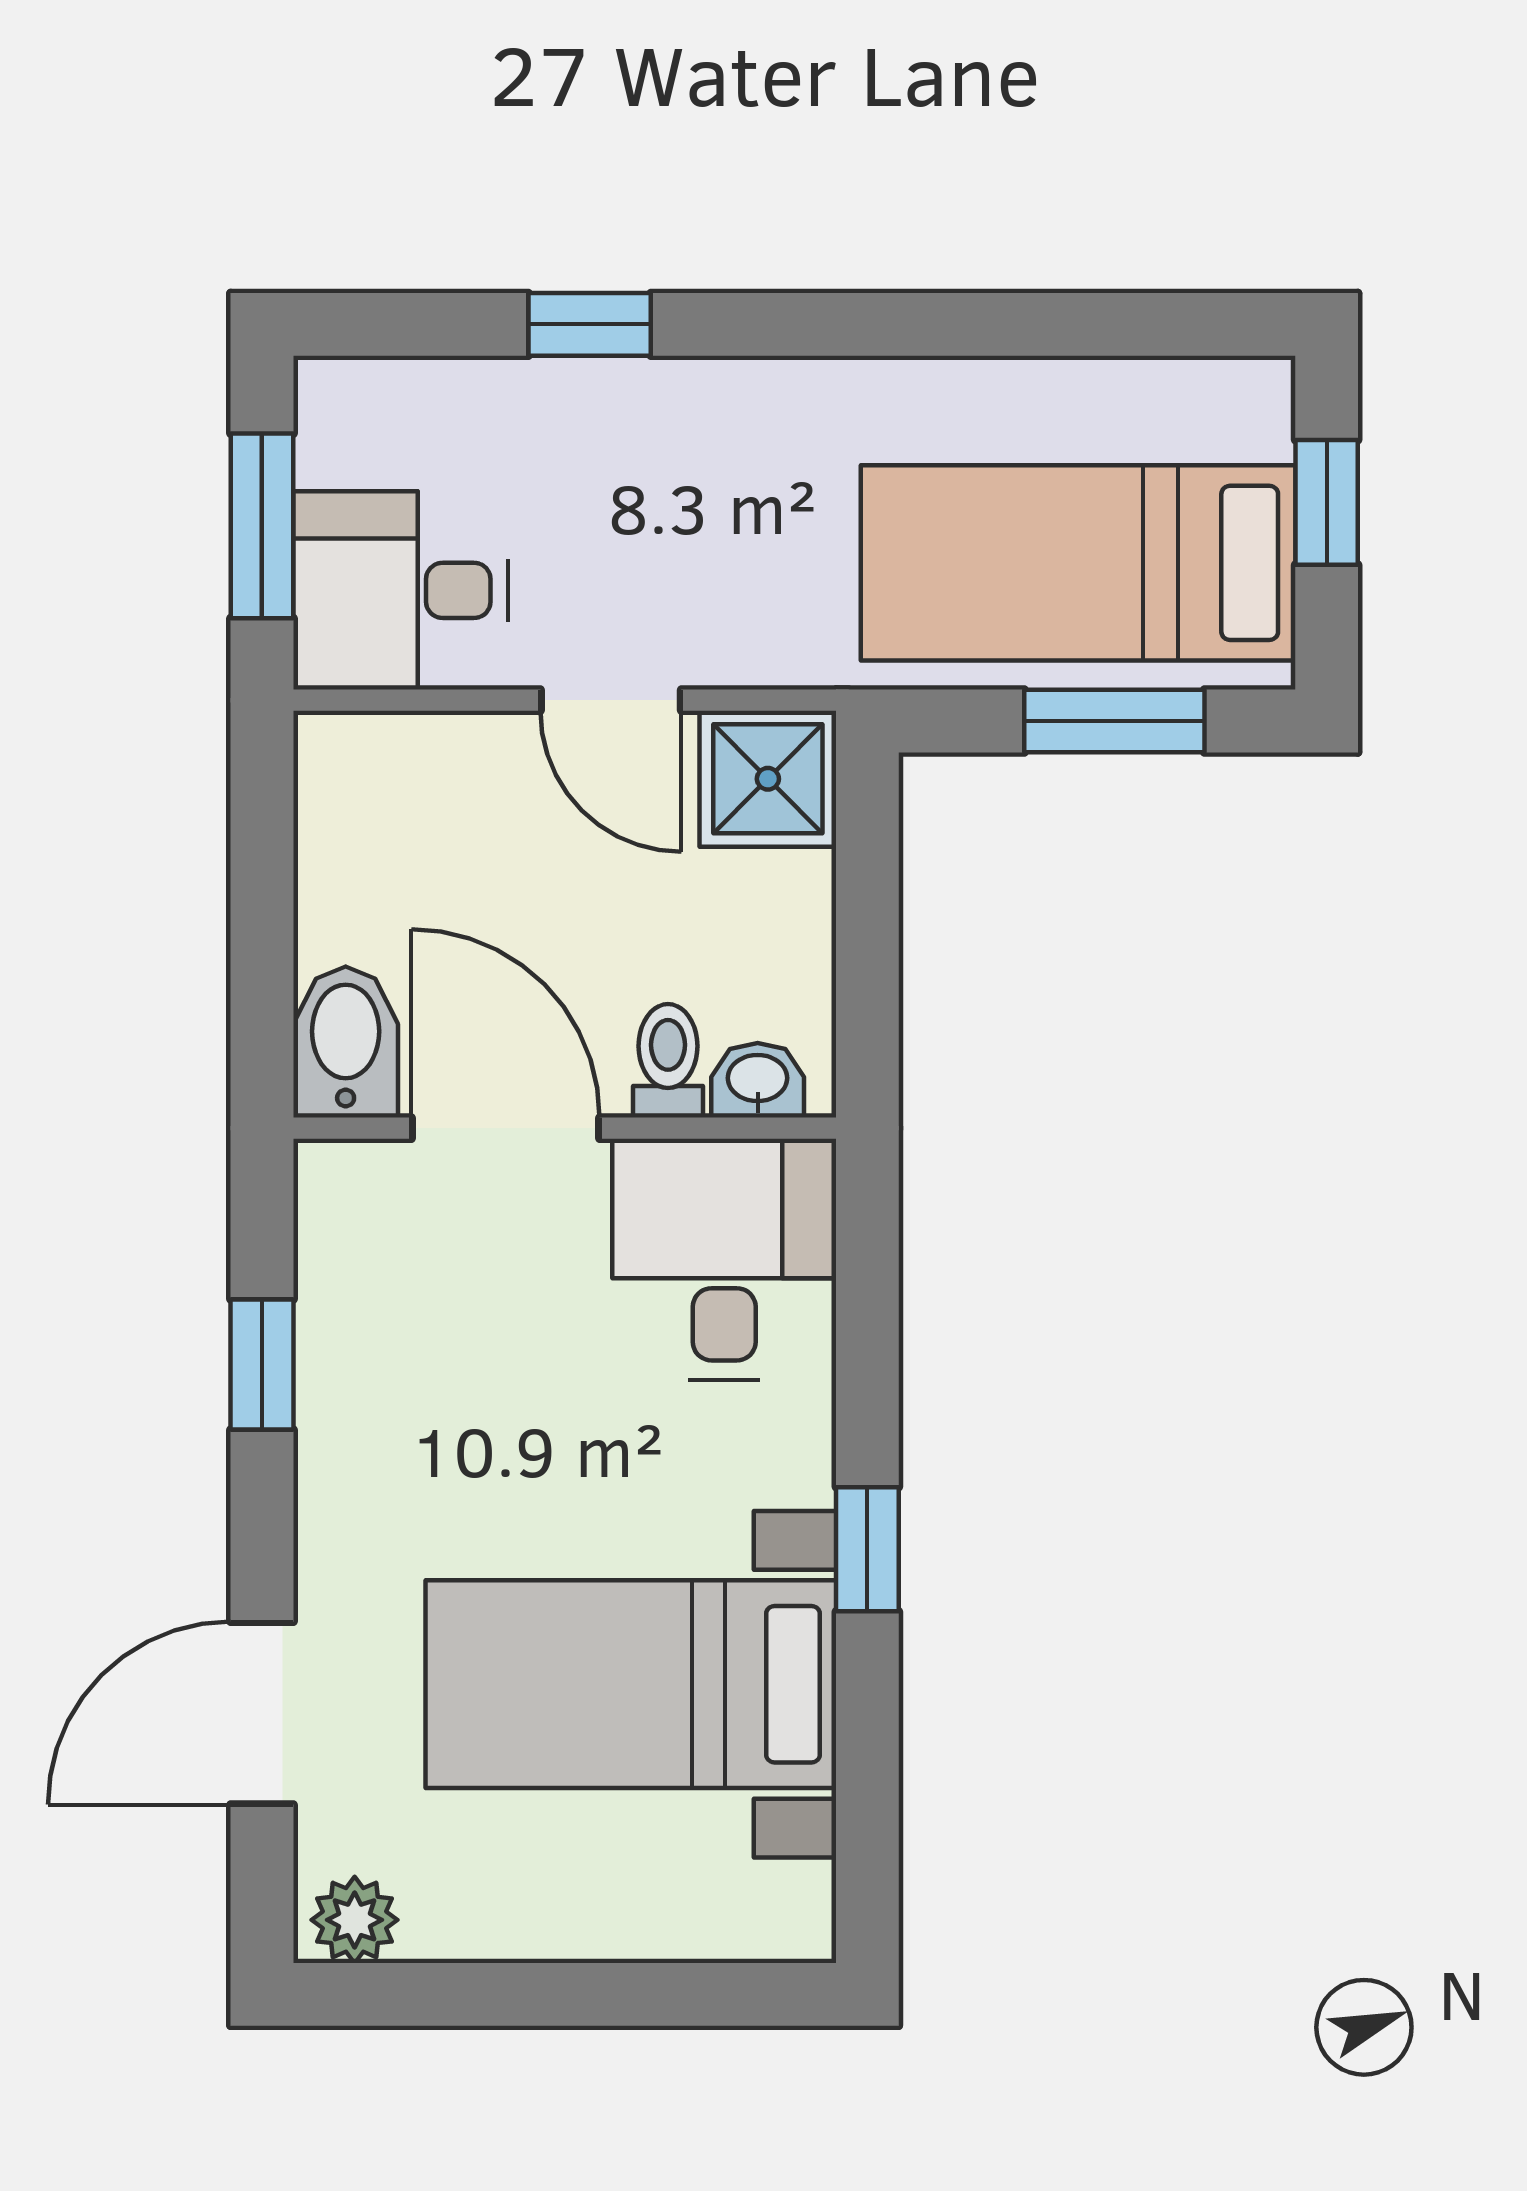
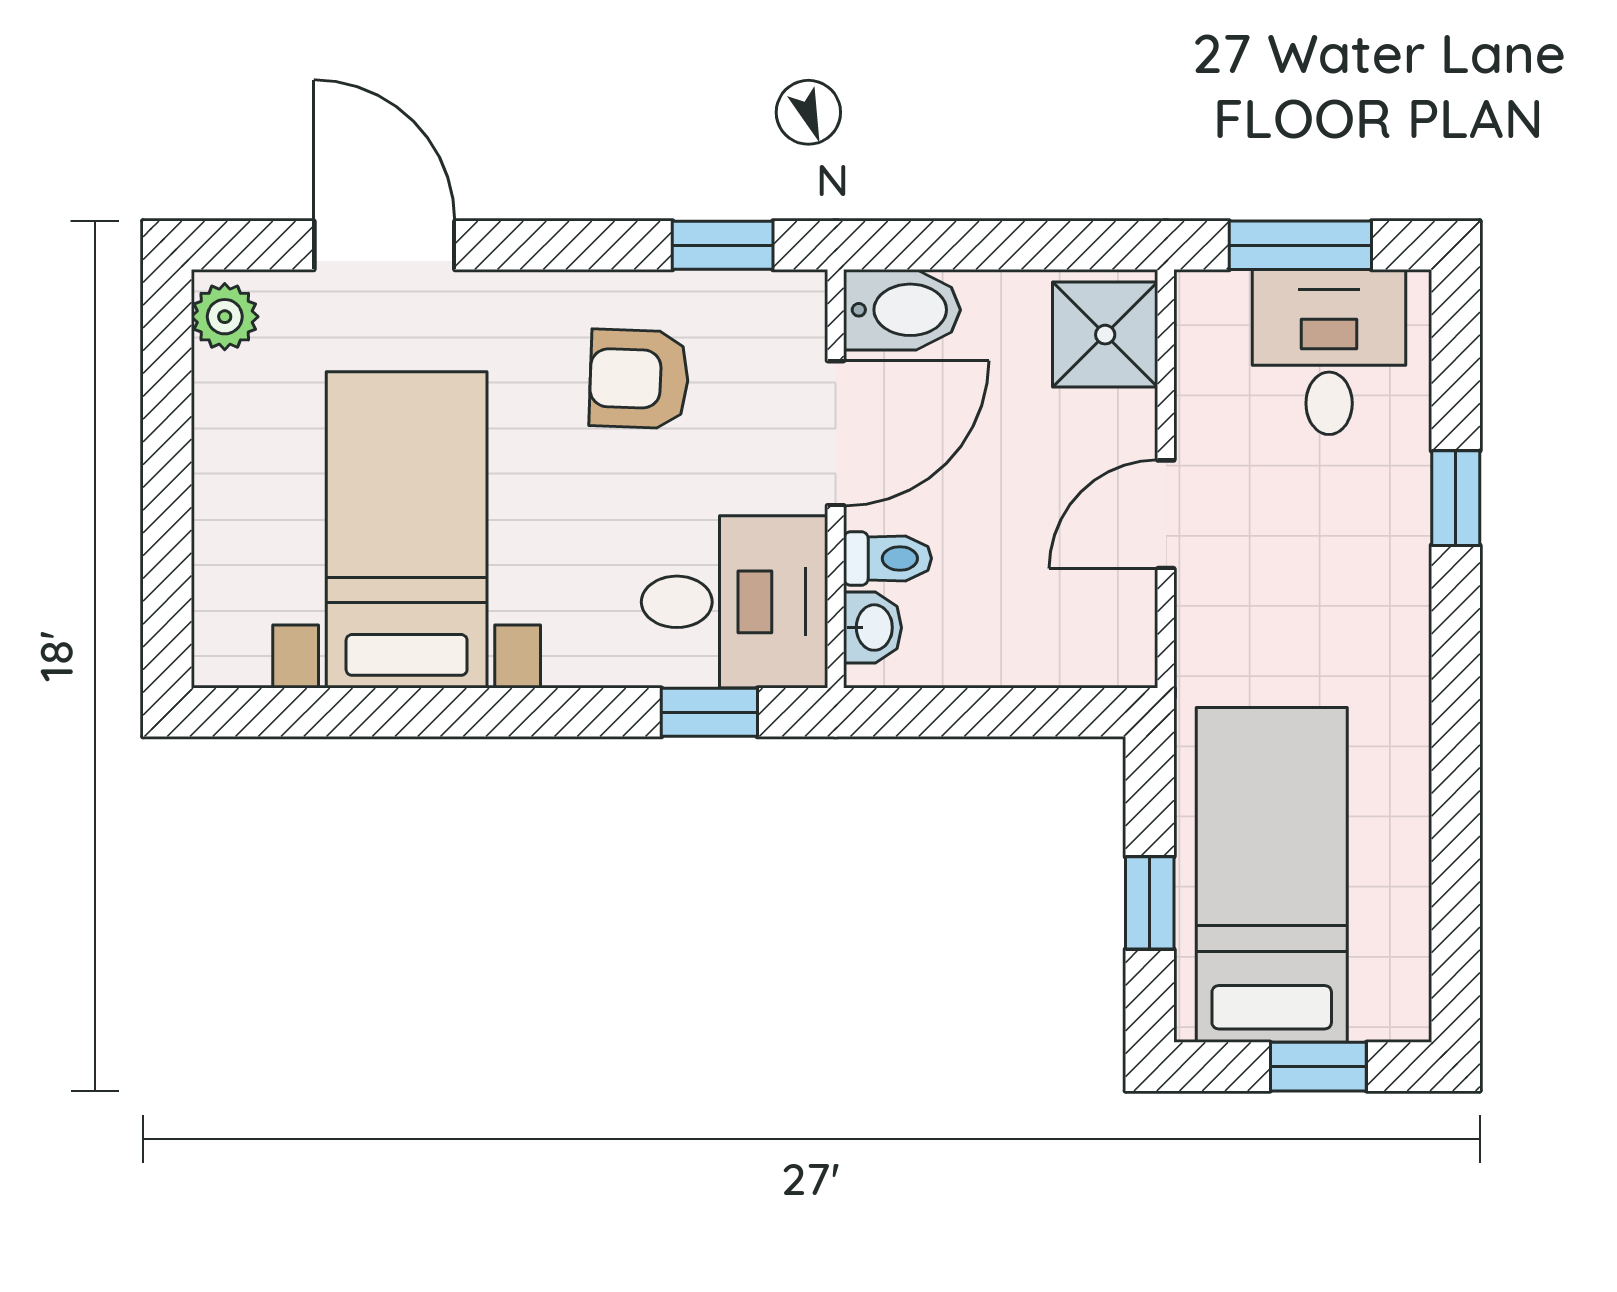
desk: (400, 590) -> (1329, 352), moved
window: (1114, 721) -> (1150, 903), width x0.67
shower: (768, 779) -> (1105, 335), moved
window: (262, 1364) -> (723, 245), moved
armchair: (435, 1383) -> (639, 379), added
window: (867, 1549) -> (709, 712), moved

